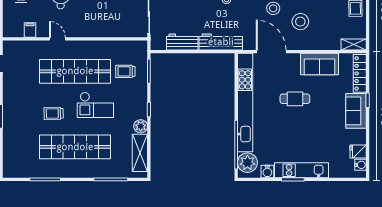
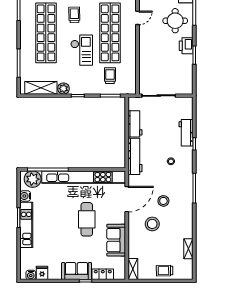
locker: (360, 73) -> (103, 274), width x0.66
cafe table: (295, 99) -> (87, 219), width x1.37, depth x1.35
checkout: (95, 105) -> (82, 50), turned 180

